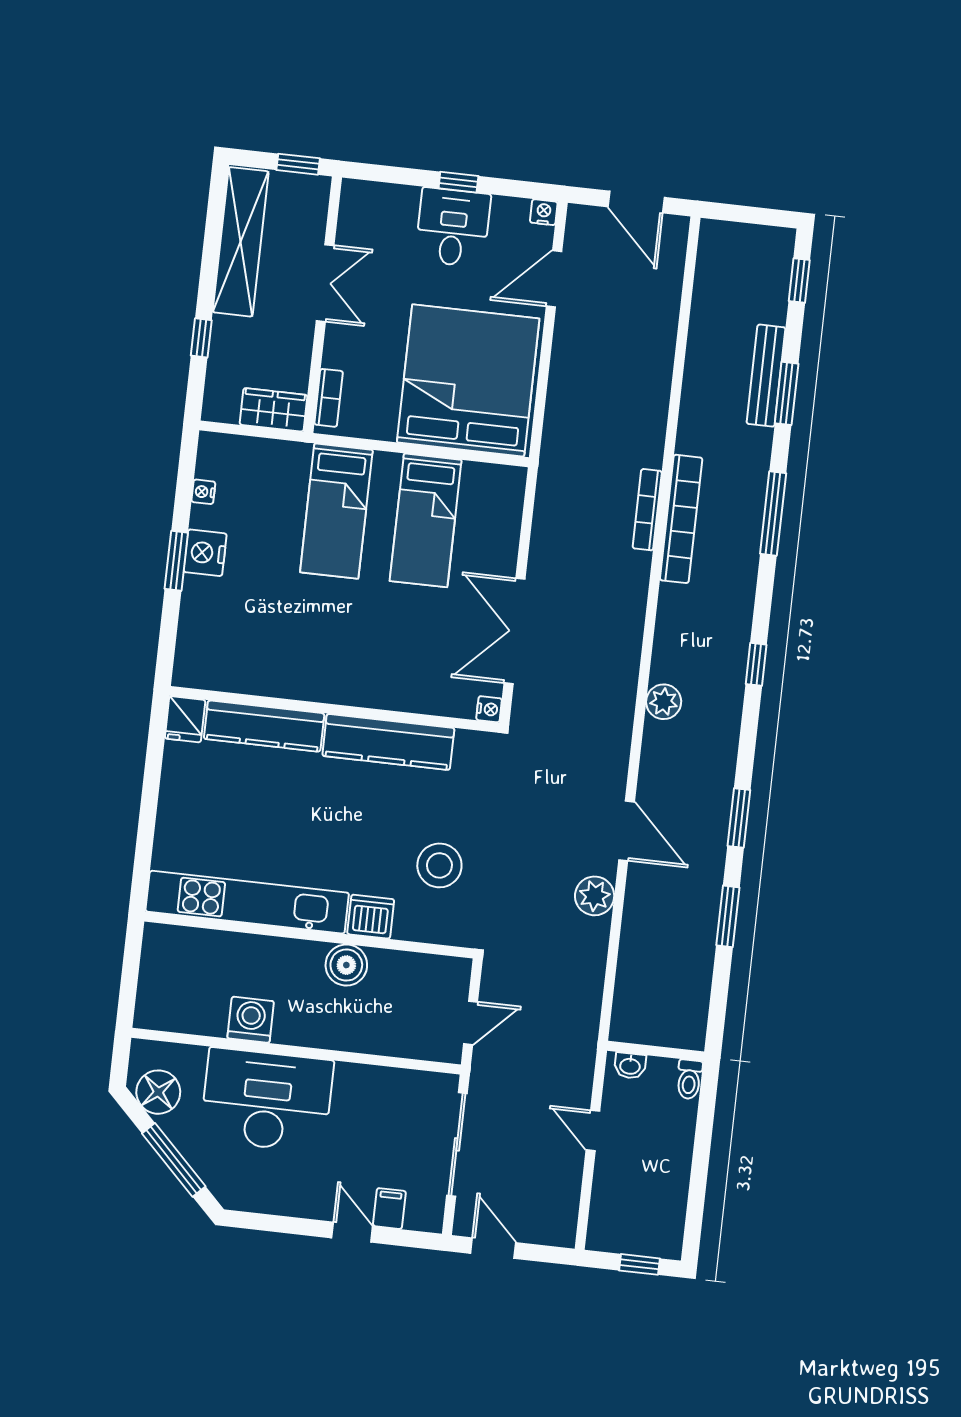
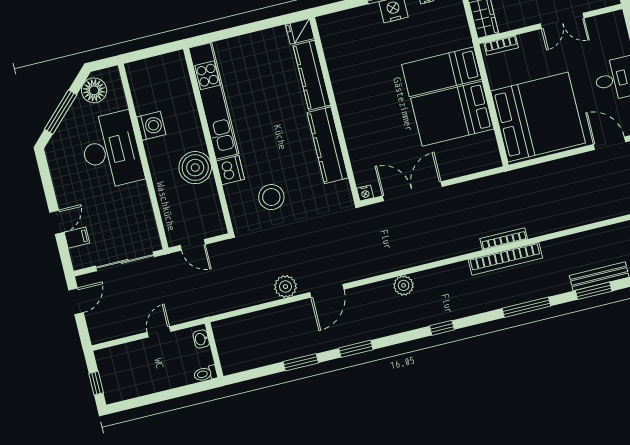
bed: (426, 520) -> (452, 114), width x1.50
boiler: (346, 965) -> (195, 168), width x1.37, depth x1.37

